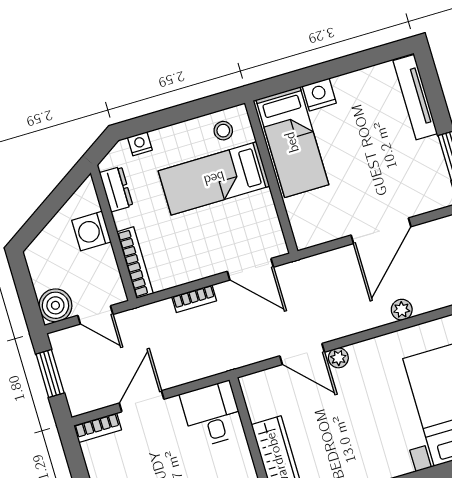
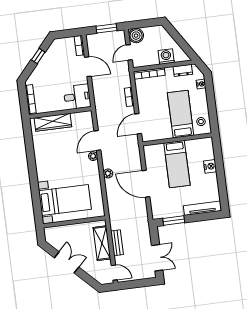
bed: (292, 142) -> (177, 164), moved, turned -90
plant: (402, 310) -> (108, 173), moved

